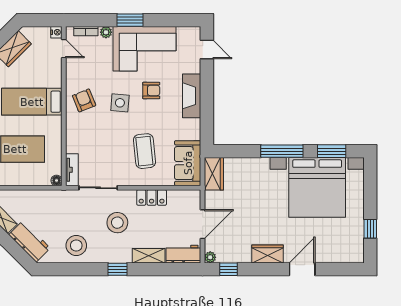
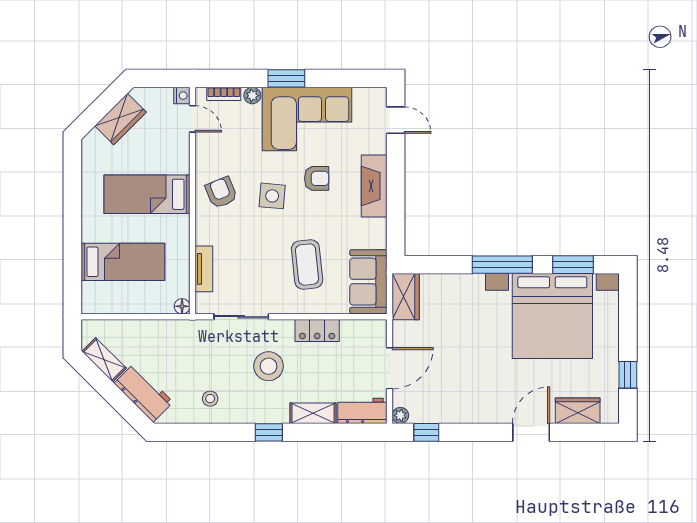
tv unit: (72, 170) -> (204, 269), moved
stool: (76, 245) -> (210, 399), width x0.53, depth x0.53
wardrobe: (268, 254) -> (578, 411), moved

